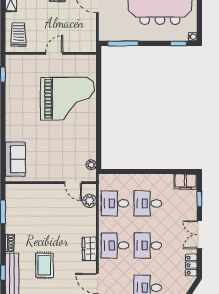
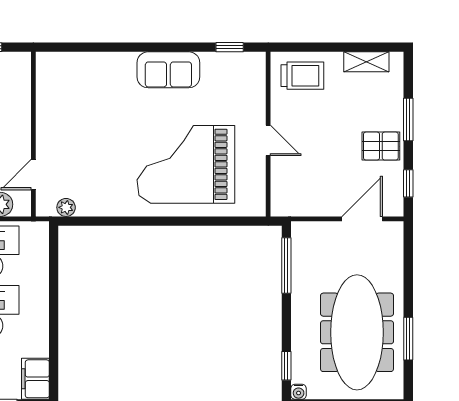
grand piano: (67, 99) -> (186, 164), turned 90
sofa: (15, 159) -> (168, 70), moved

